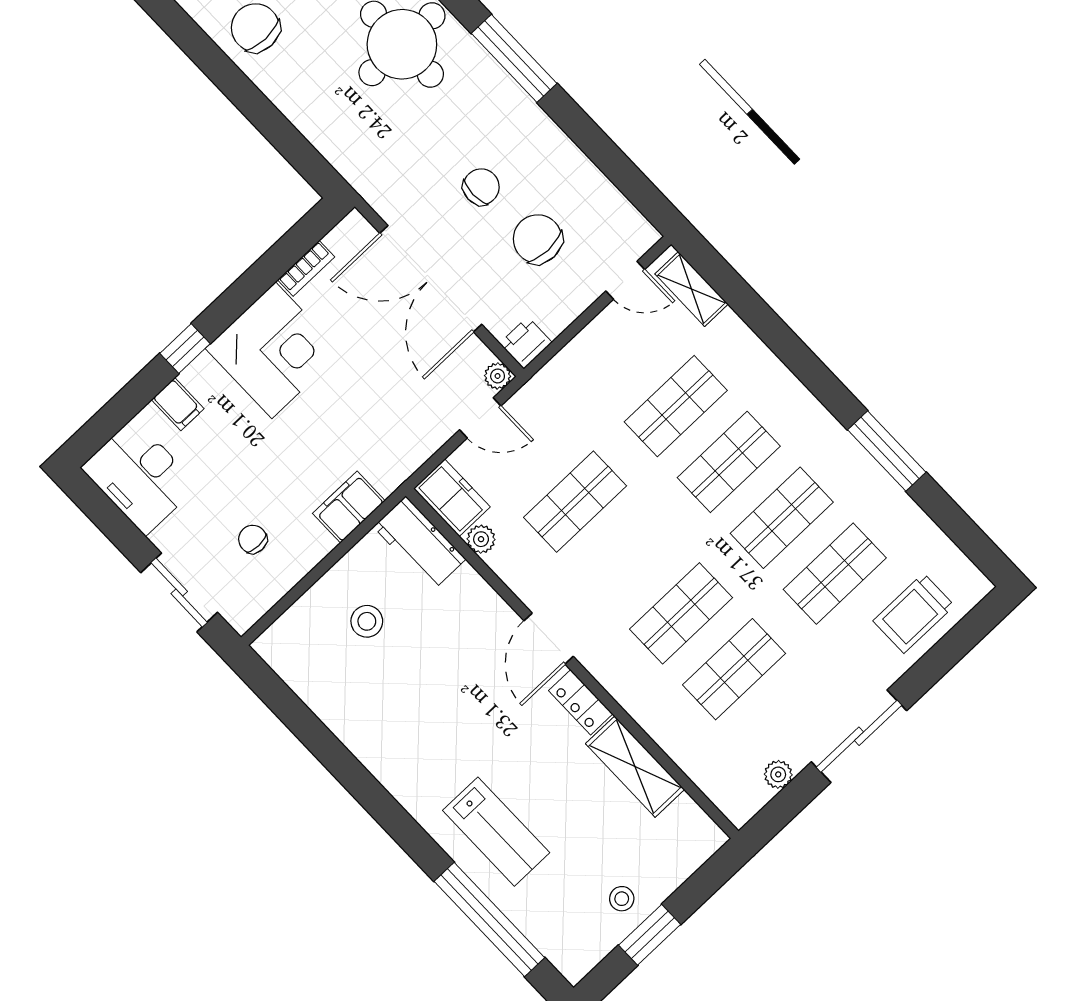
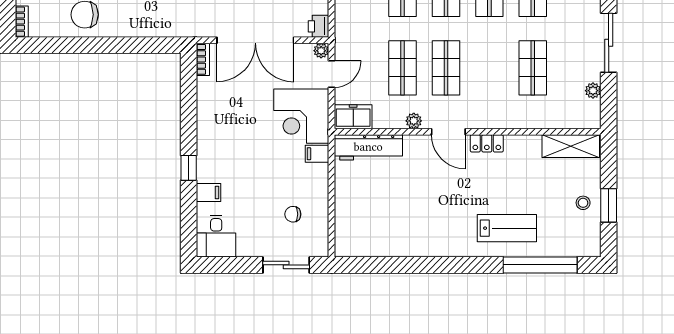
bookcase: (306, 268) -> (203, 59), moved
corner desk: (274, 350) -> (301, 116), moved, turned 180
desk: (140, 477) -> (216, 236), width x0.73
filing cabinet: (349, 507) -> (317, 154), width x0.50
plant: (481, 539) -> (414, 121), moved
workbench: (420, 543) -> (368, 147), width x1.38
shop shelf: (681, 613) -> (446, 68), moved
stool: (367, 621) -> (371, 199), removed
shelving: (635, 767) -> (571, 146), moved

